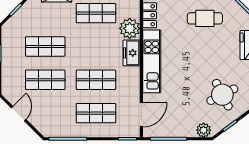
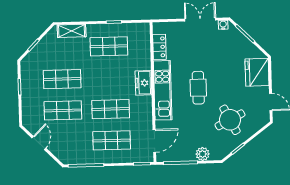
cafe table: (205, 18) -> (198, 88), moved, turned 90
plant: (130, 28) -> (141, 60), removed
plant: (204, 130) -> (203, 154), moved

